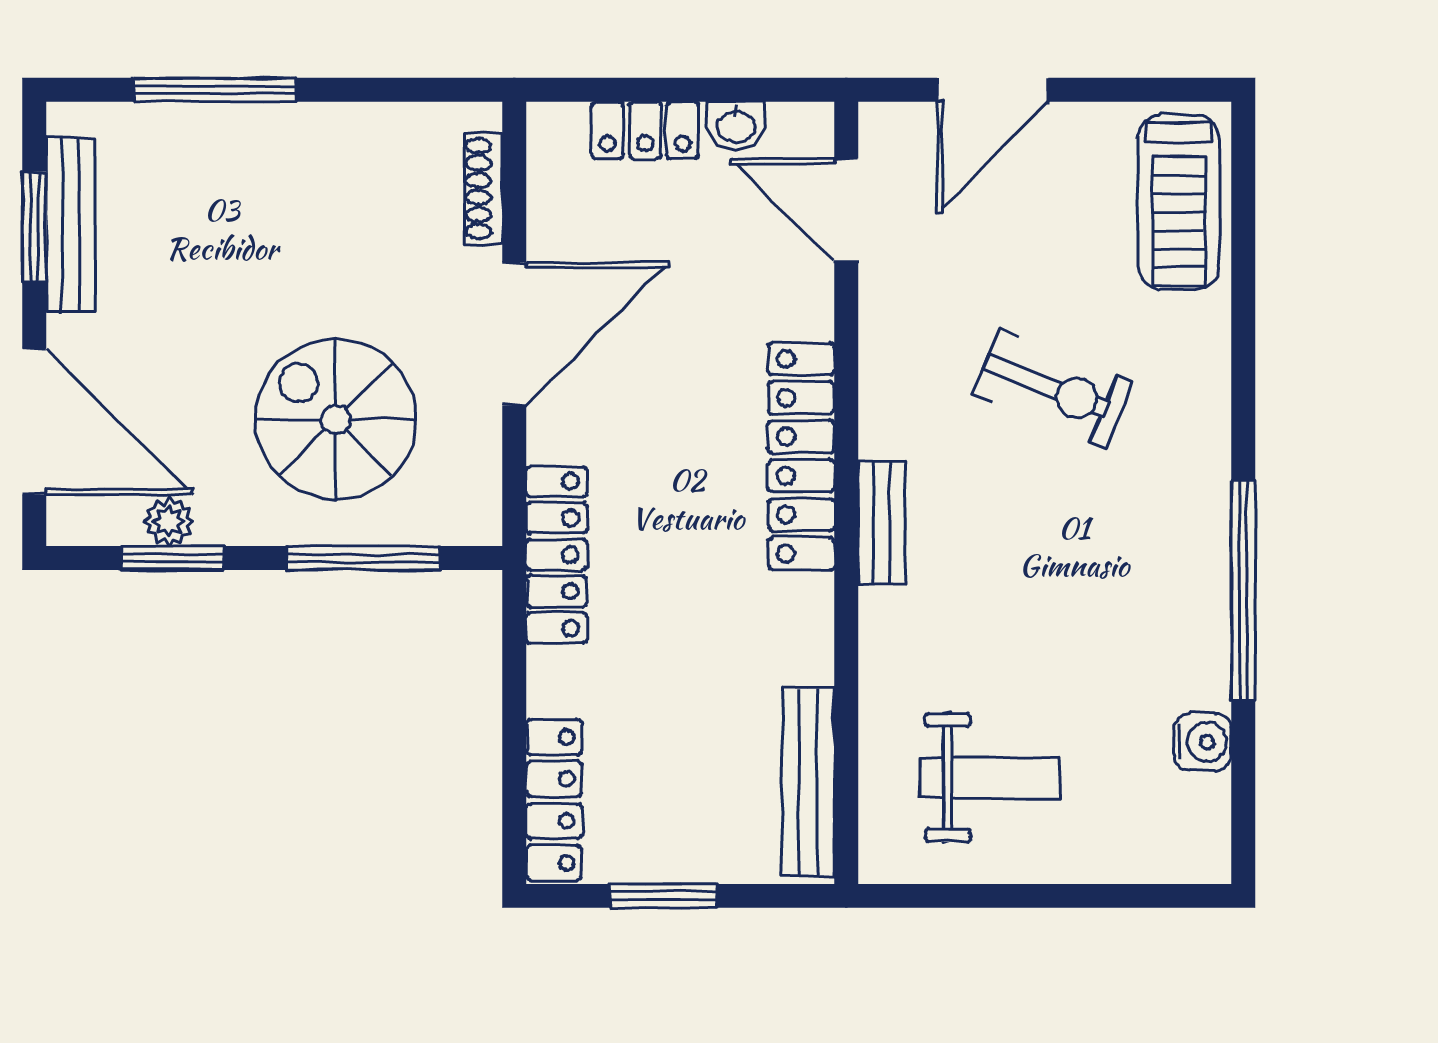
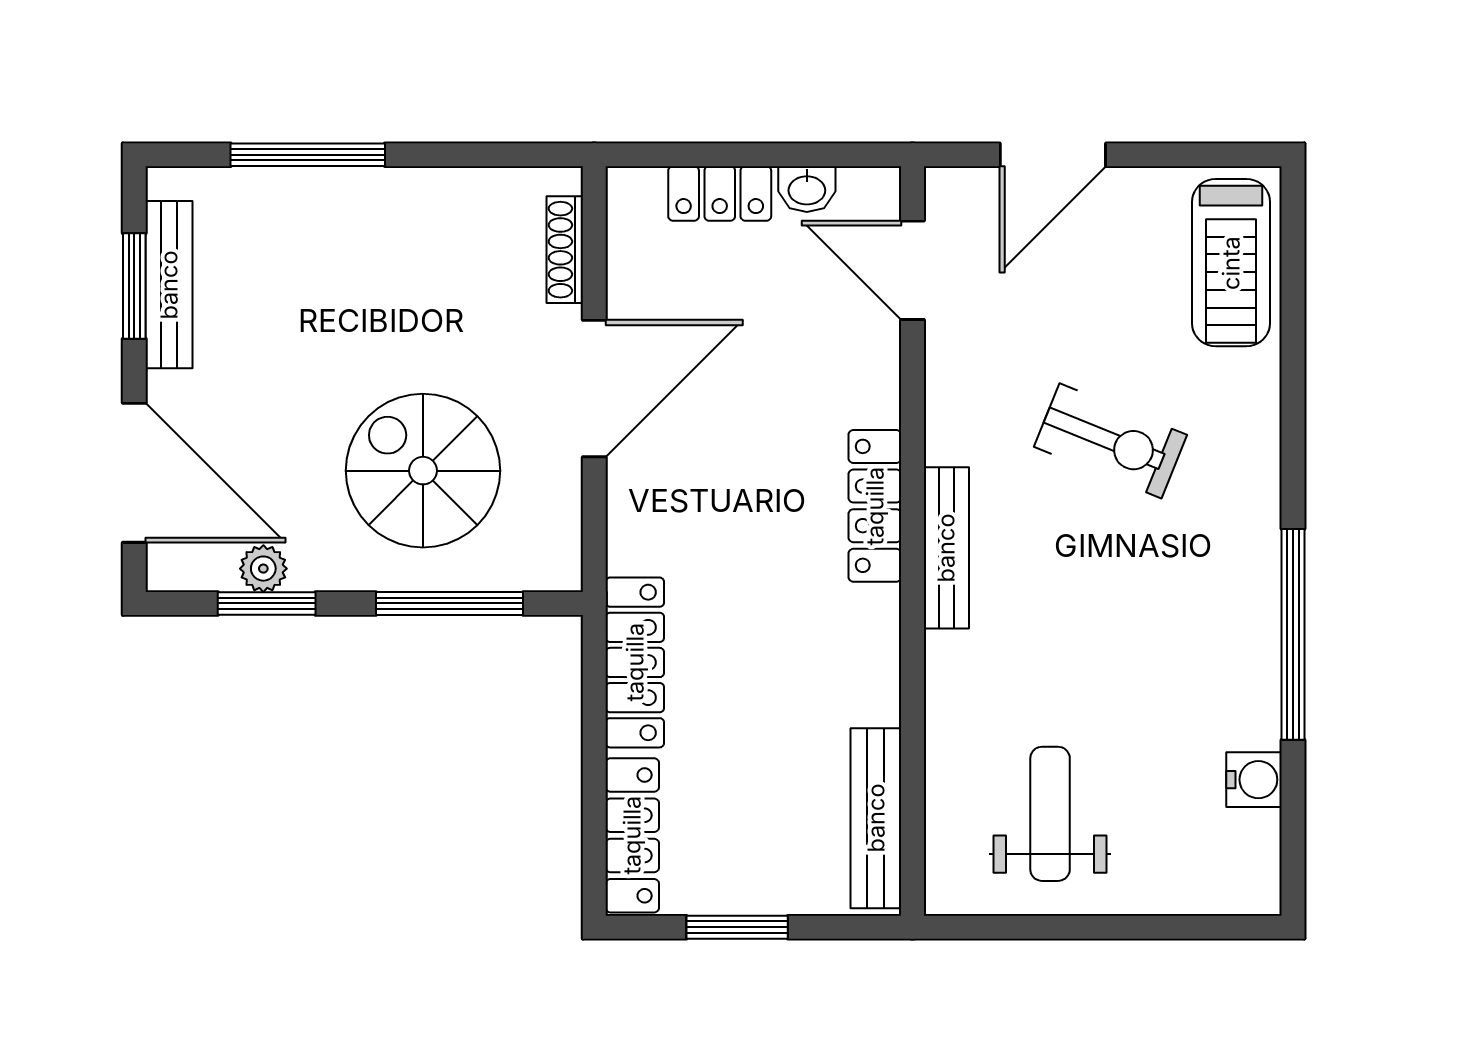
locker: (801, 456) -> (875, 506), width x0.71, depth x0.83
bench: (882, 523) -> (946, 548), width x1.36
locker: (556, 555) -> (635, 662), moved
weight bench: (990, 778) -> (1050, 814), turned -90

